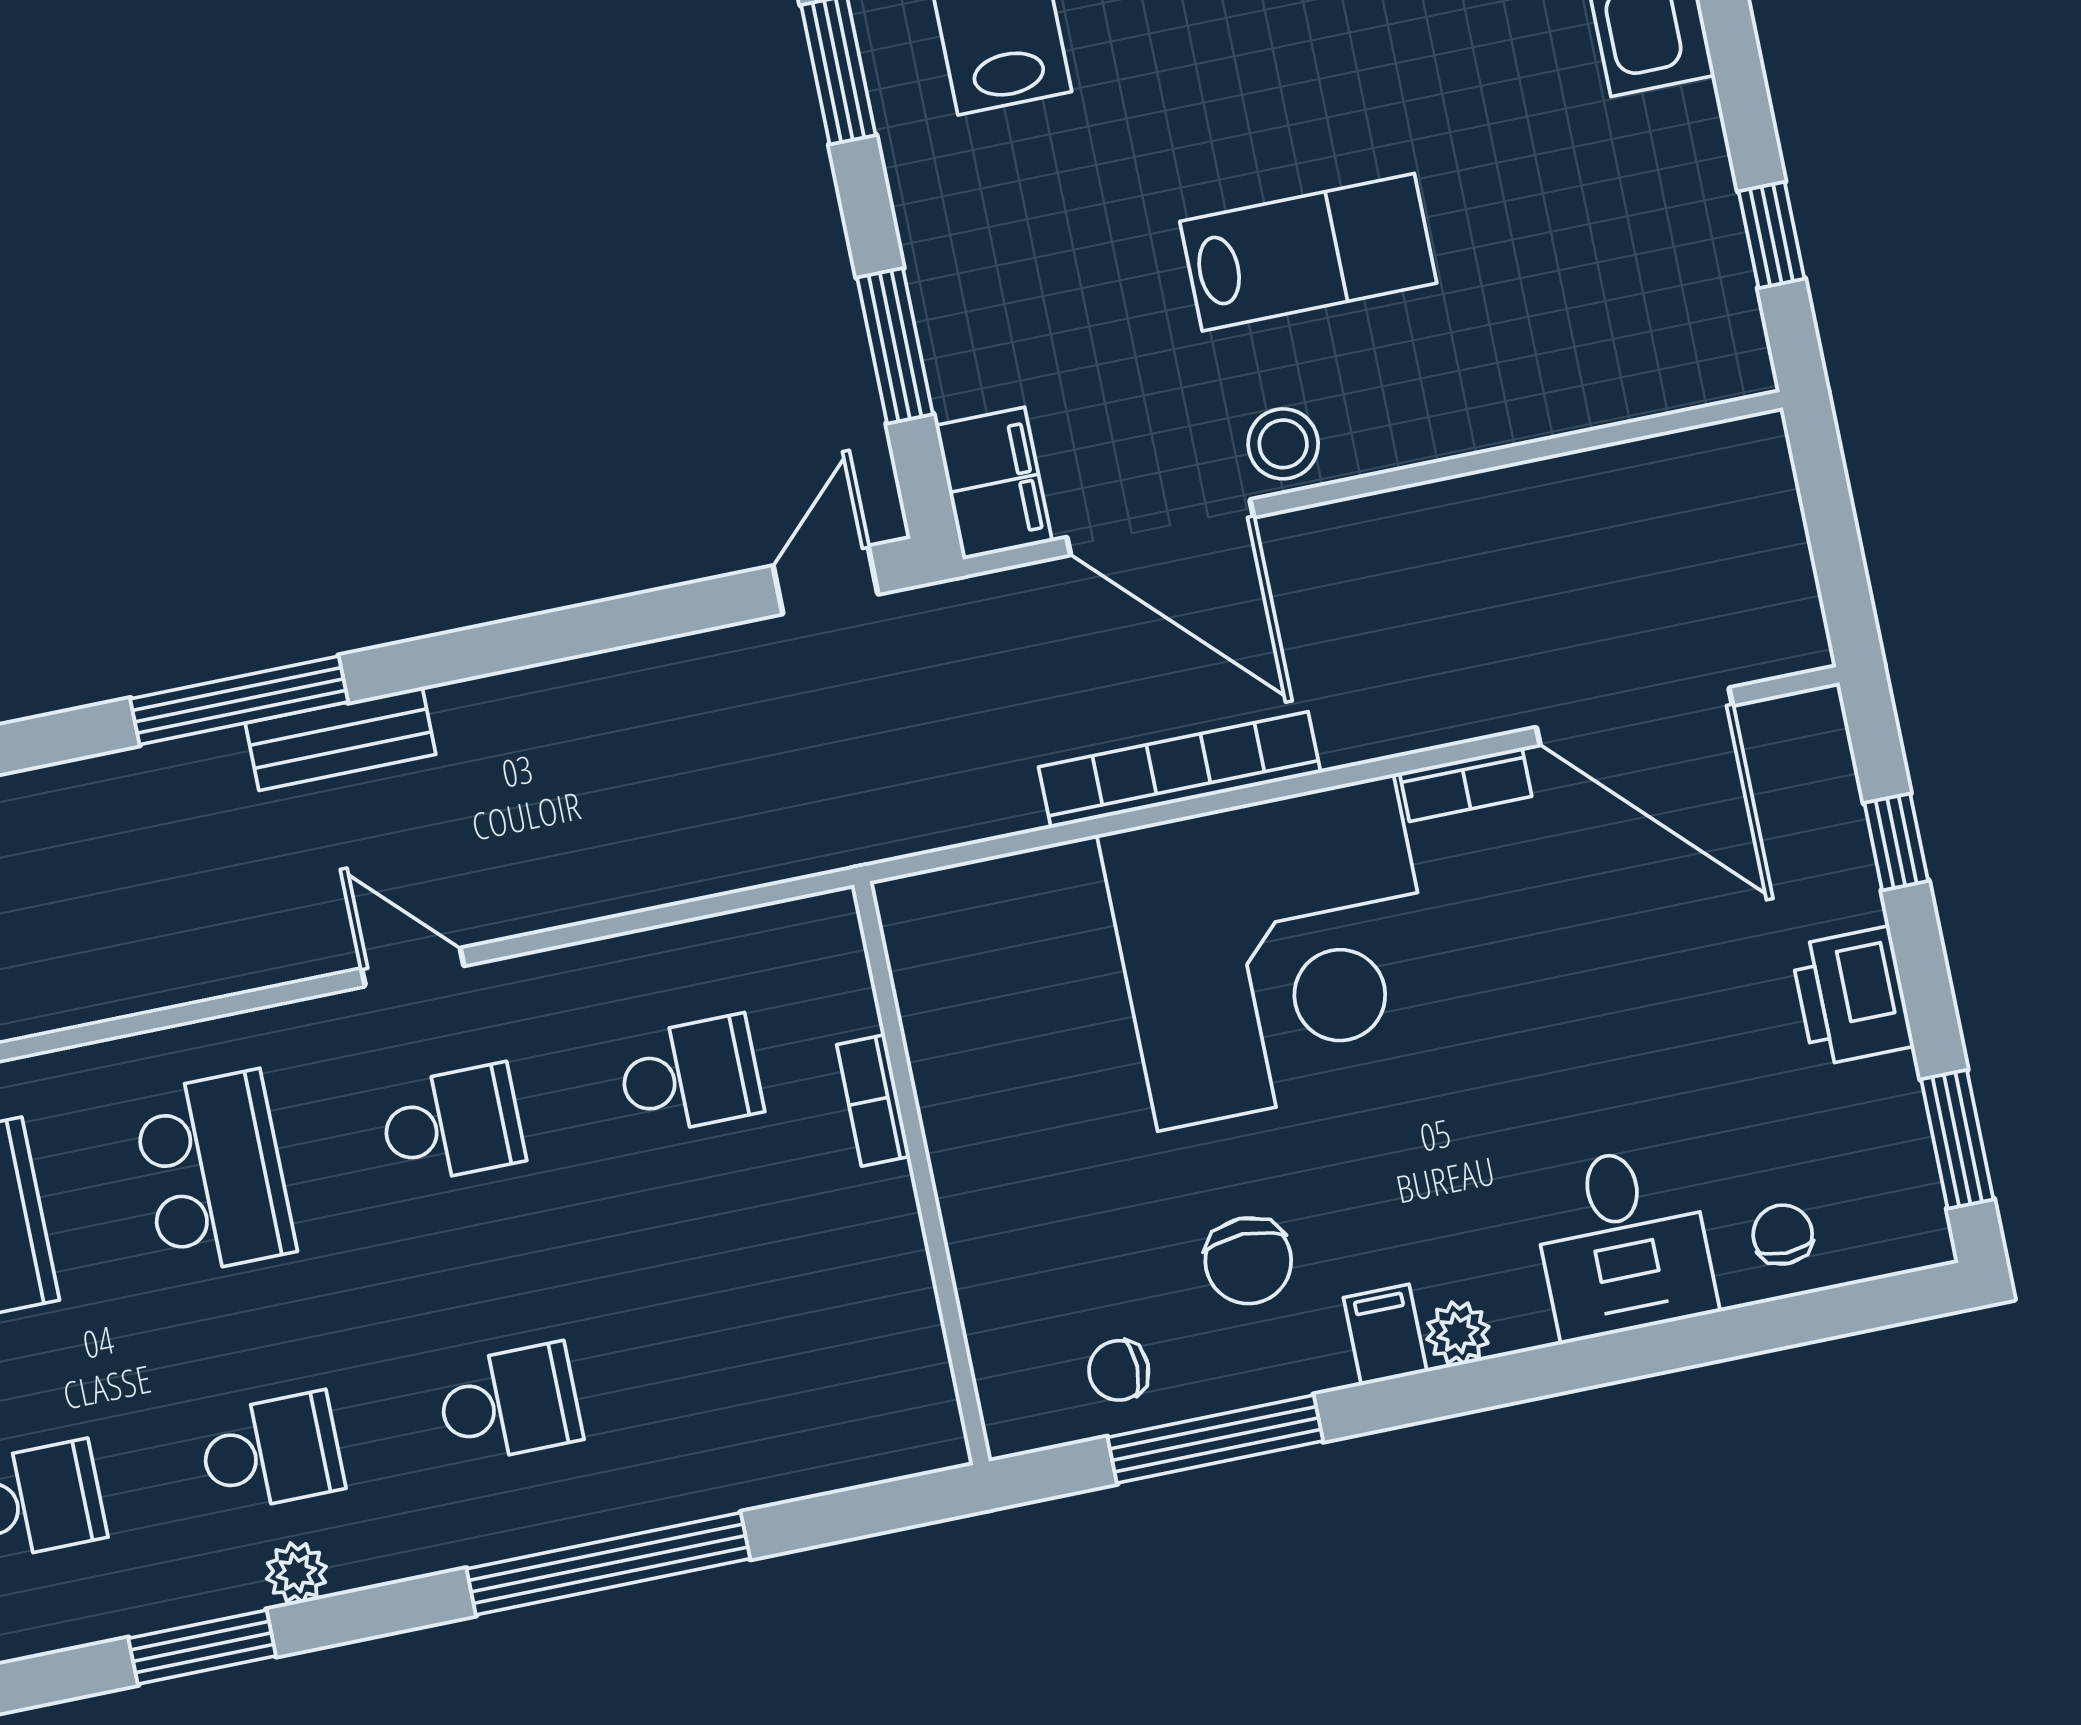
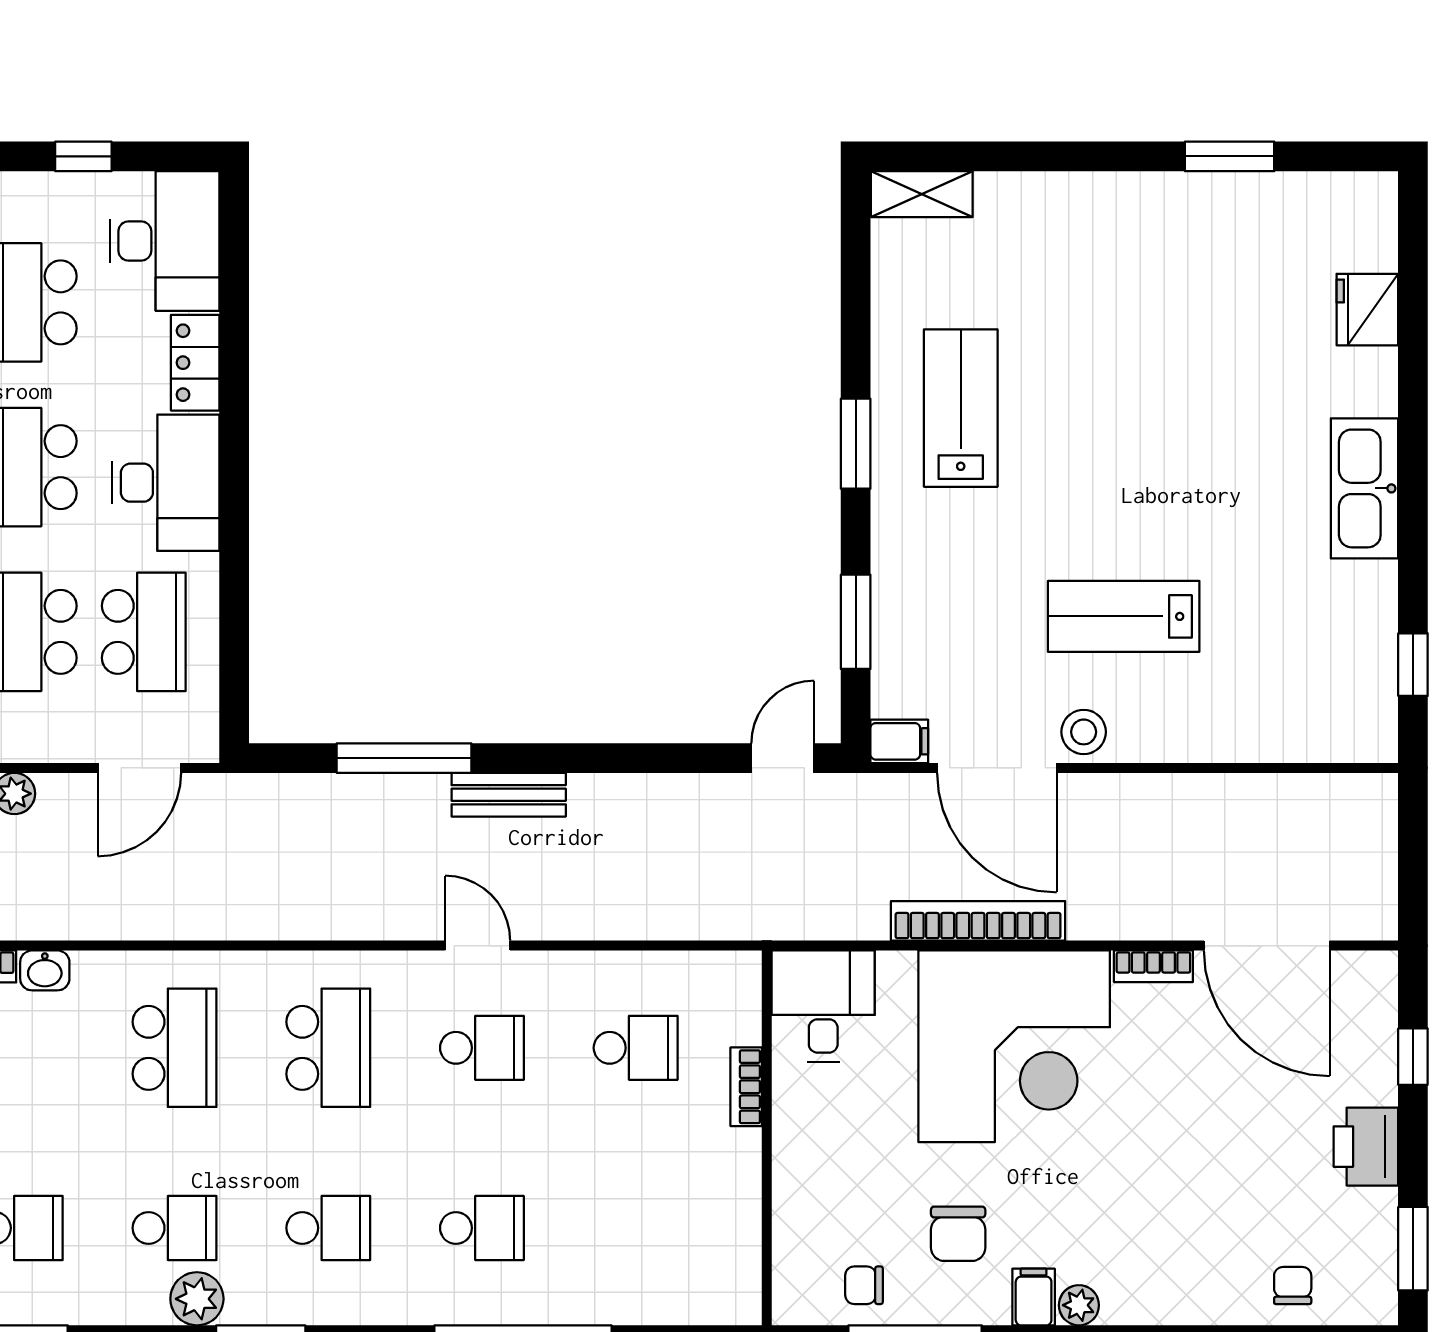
lab bench: (1308, 252) -> (1124, 616), turned 180
filing cabinet: (994, 483) -> (899, 741), width x0.50
bench: (341, 739) -> (509, 795), moved
desk: (1623, 1242) -> (823, 1006), moved, turned 180
plant: (296, 1573) -> (197, 1299), moved, width x1.38, depth x1.38

